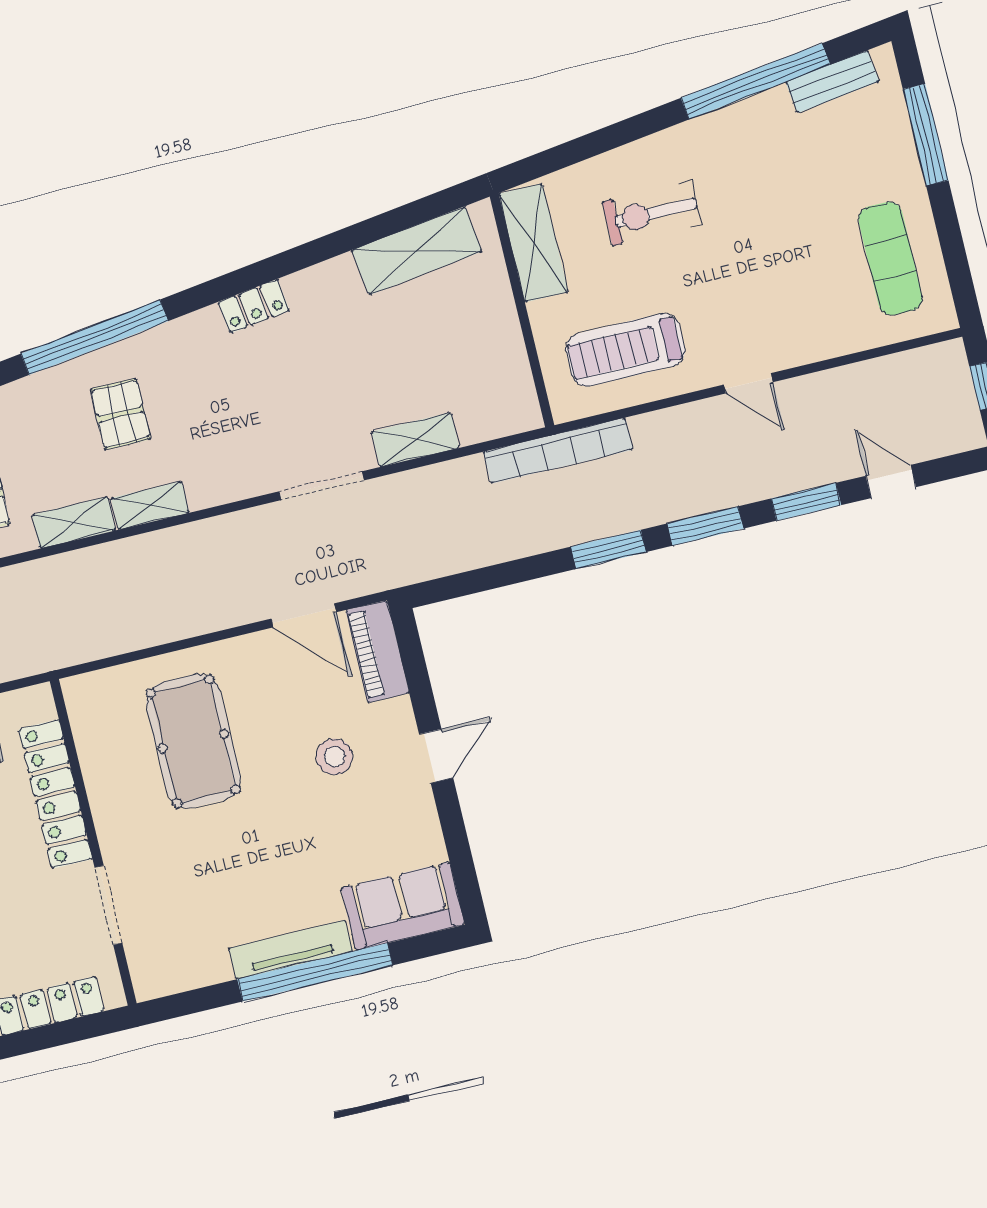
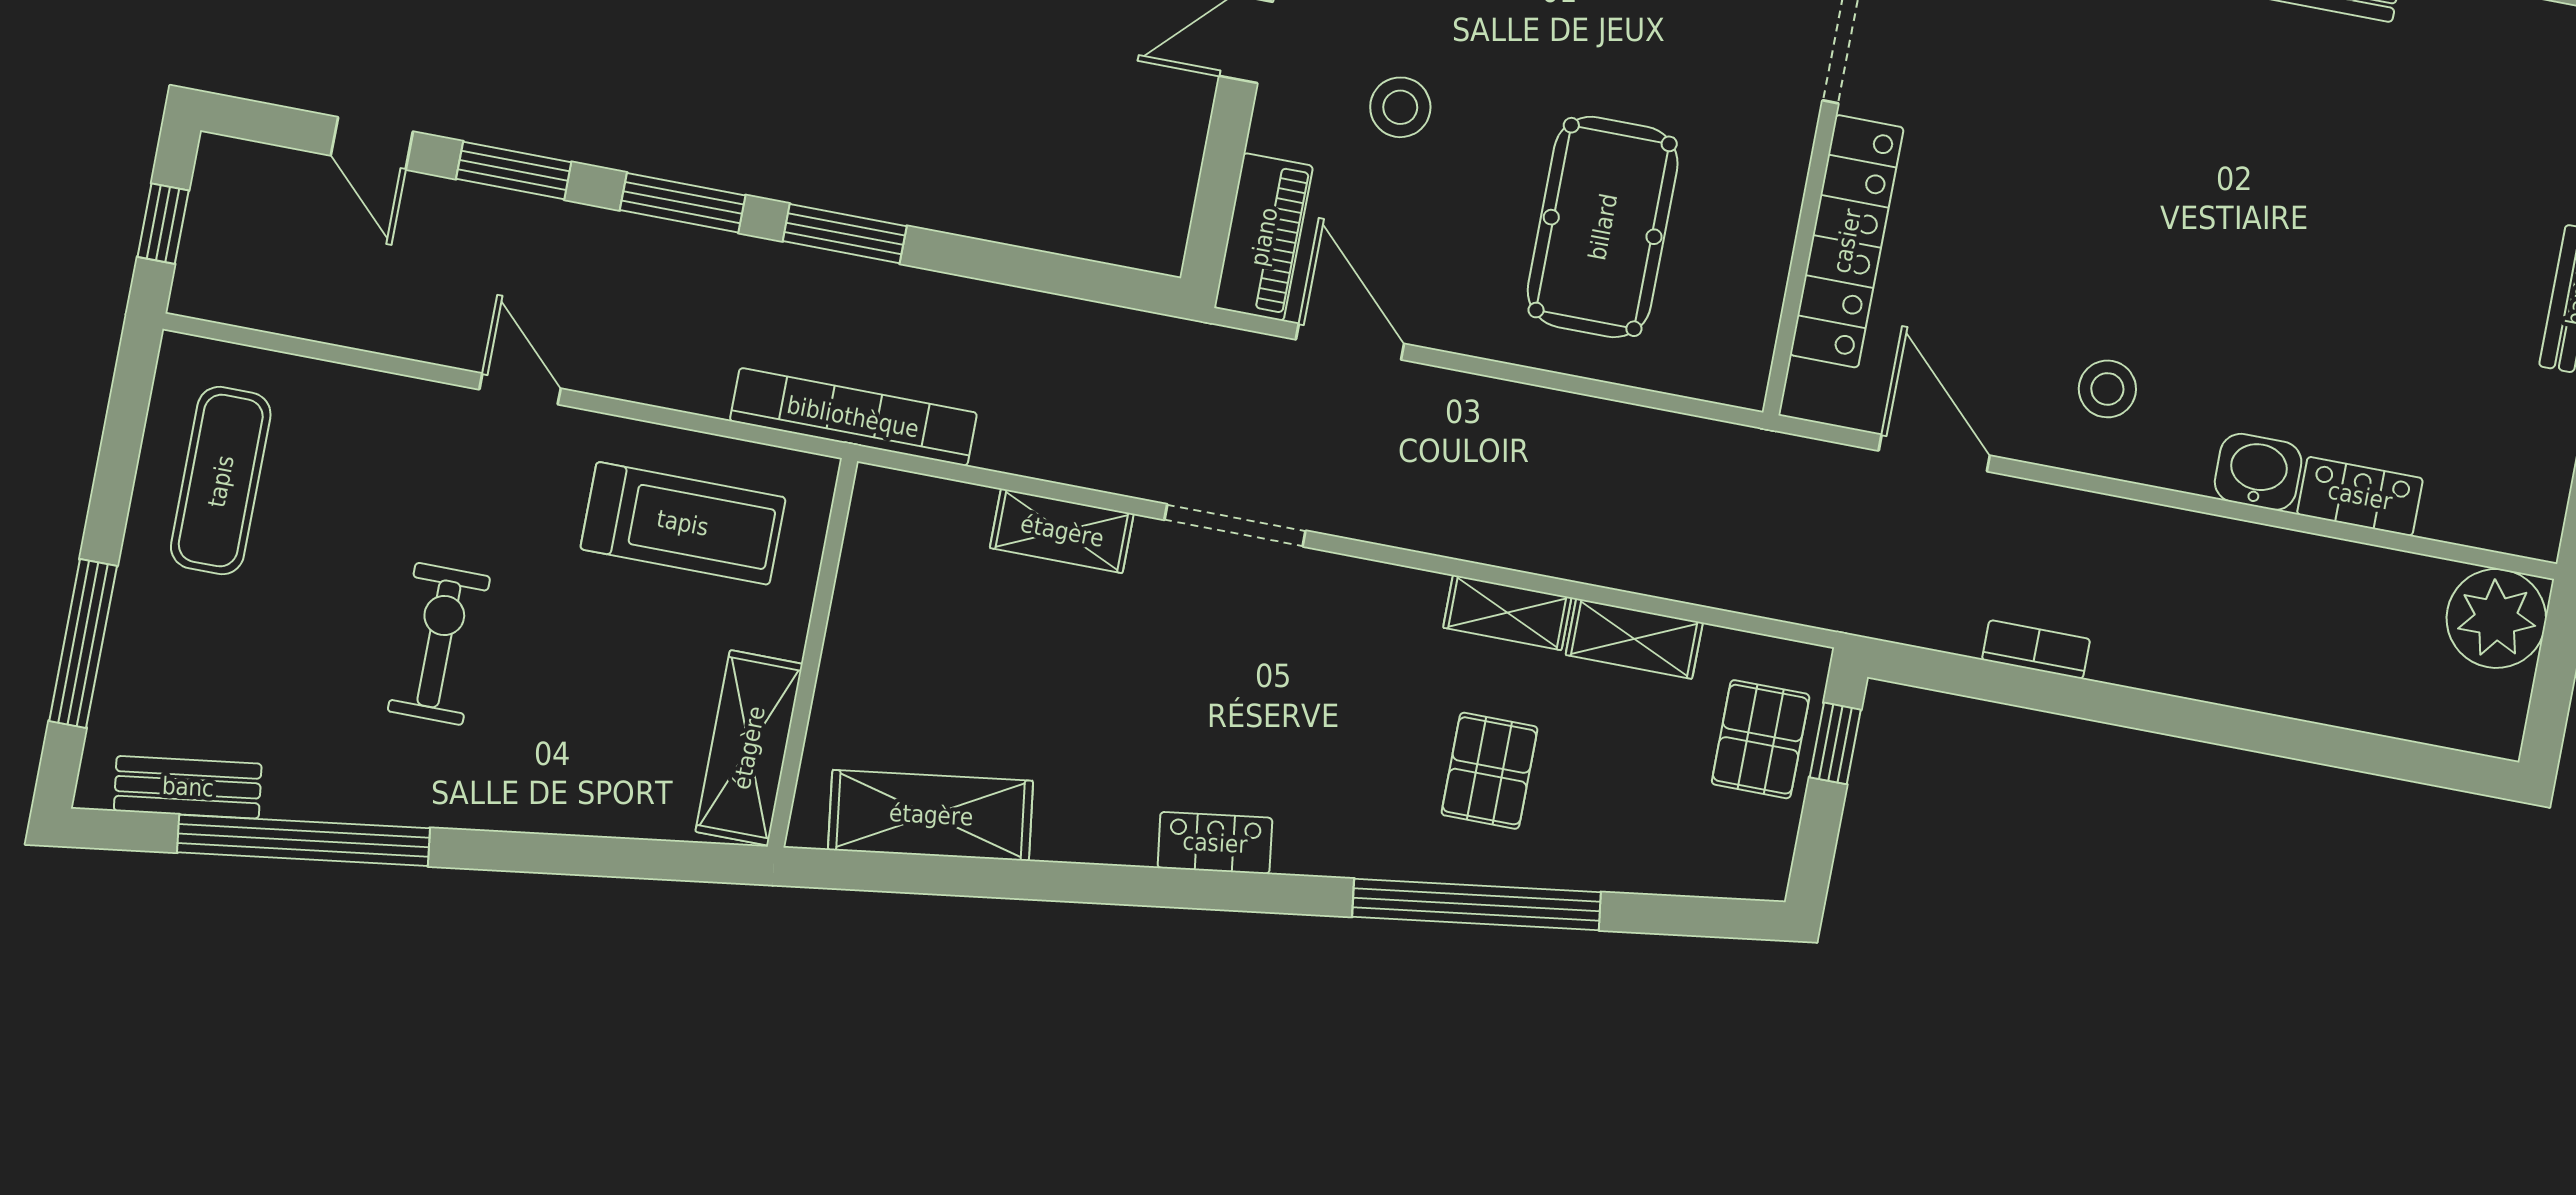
exercise bike: (652, 213) -> (439, 644), moved, turned -90

